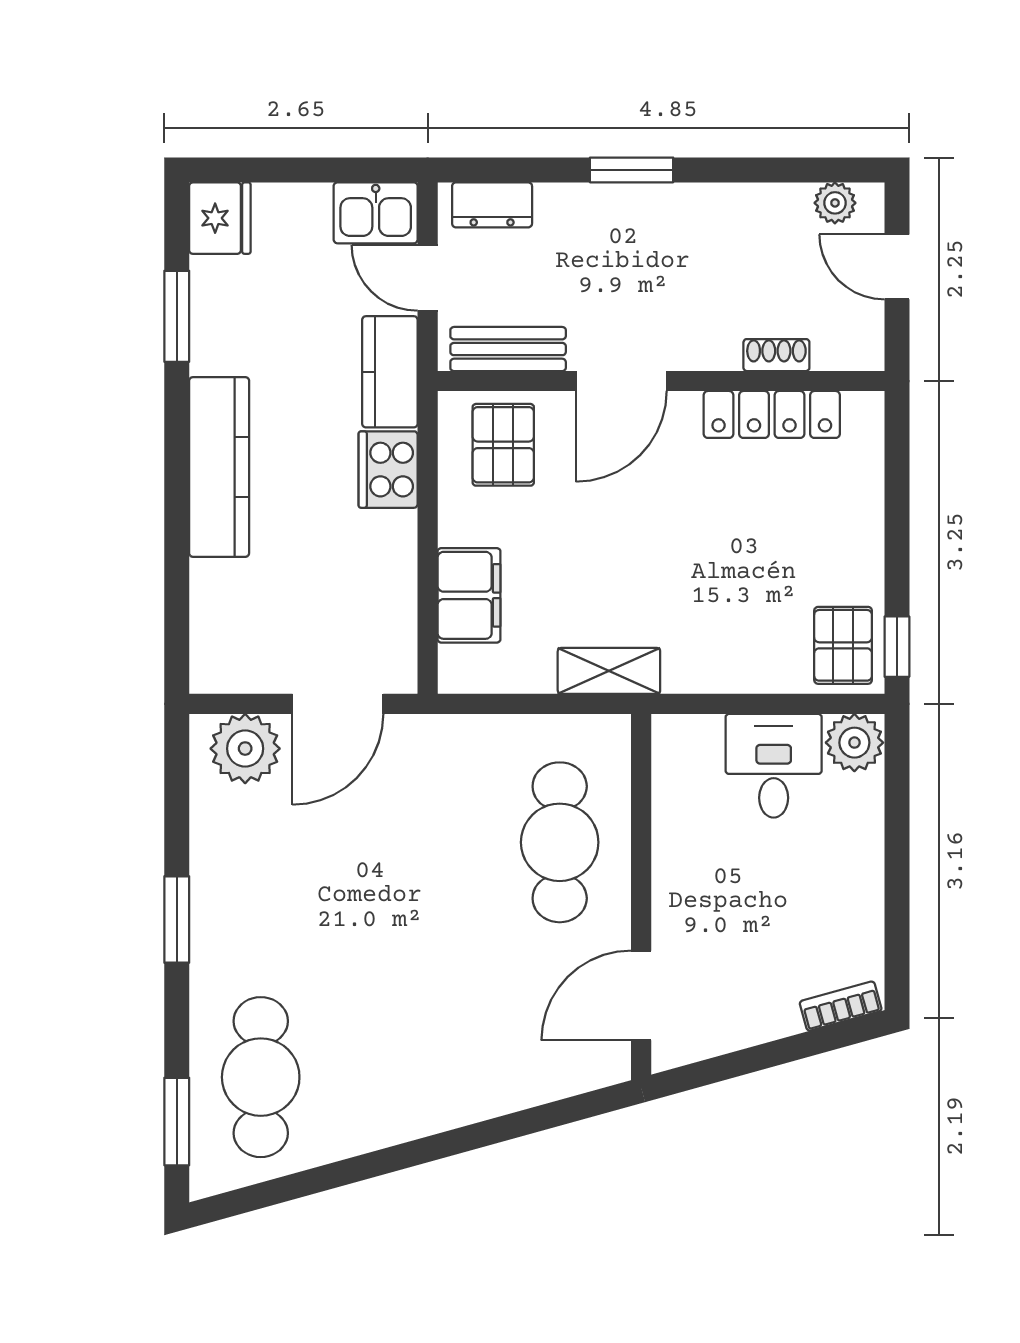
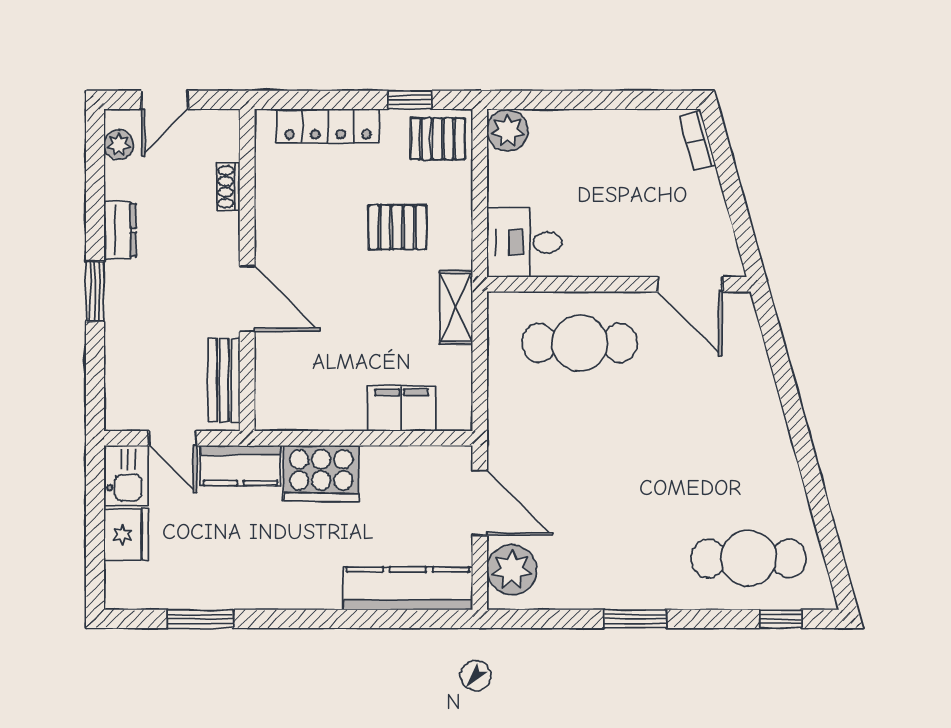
dresser: (492, 205) -> (120, 230), moved
fridge: (220, 218) -> (126, 534), moved, turned 90
door: (428, 278) -> (173, 438), hinge flipped
locker: (772, 414) -> (328, 126), moved, turned 90
pallet: (503, 445) -> (397, 227), moved
kitchen counter: (219, 467) -> (408, 588), moved
cooker: (388, 470) -> (321, 473), width x1.37, depth x1.31
window: (897, 647) -> (410, 100), moved
desk: (774, 766) -> (524, 242), moved
window: (177, 1122) -> (781, 619), width x0.67

